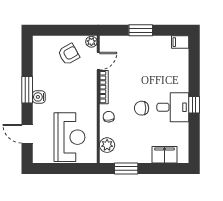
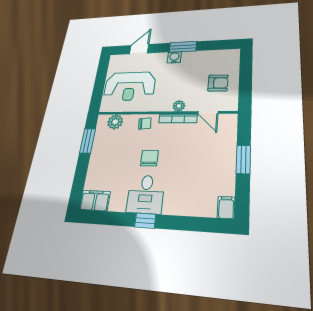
plant: (91, 42) -> (179, 106), moved
armchair: (69, 54) -> (218, 83), turned -60
filing cabinet: (165, 155) -> (95, 201), moved, turned -90

